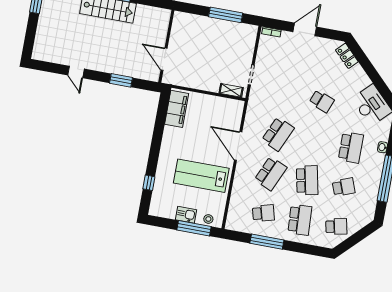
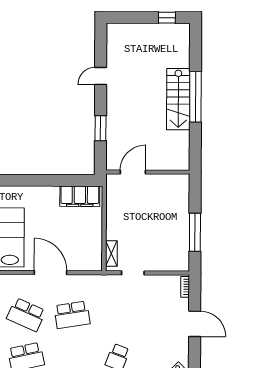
school desk: (278, 134) -> (72, 315), turned -33
door: (238, 146) -> (51, 273), hinge flipped

